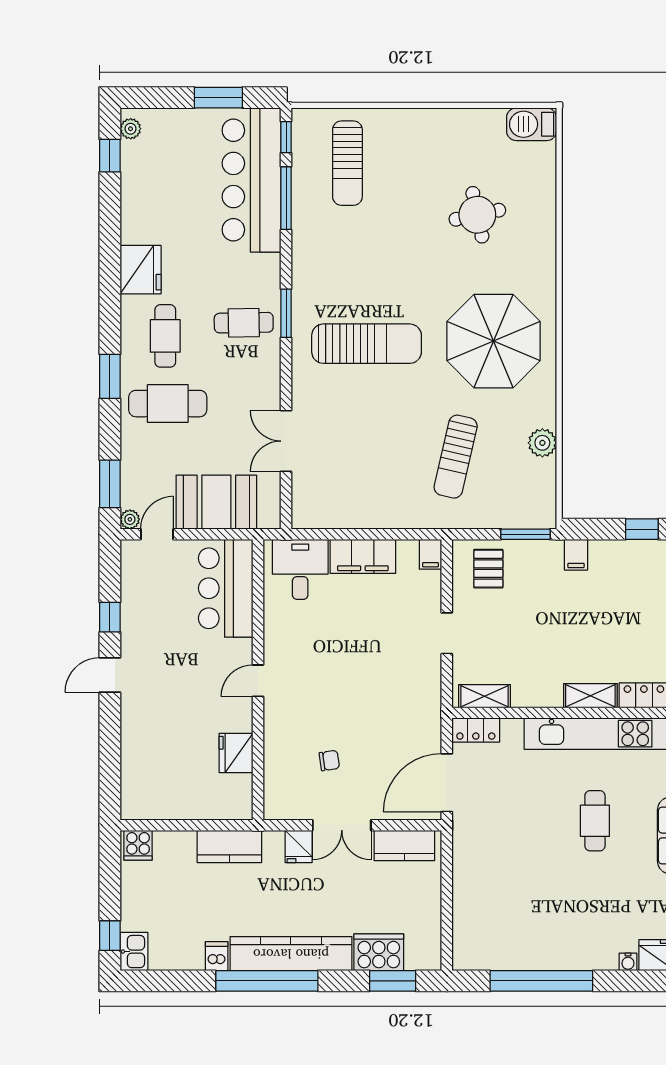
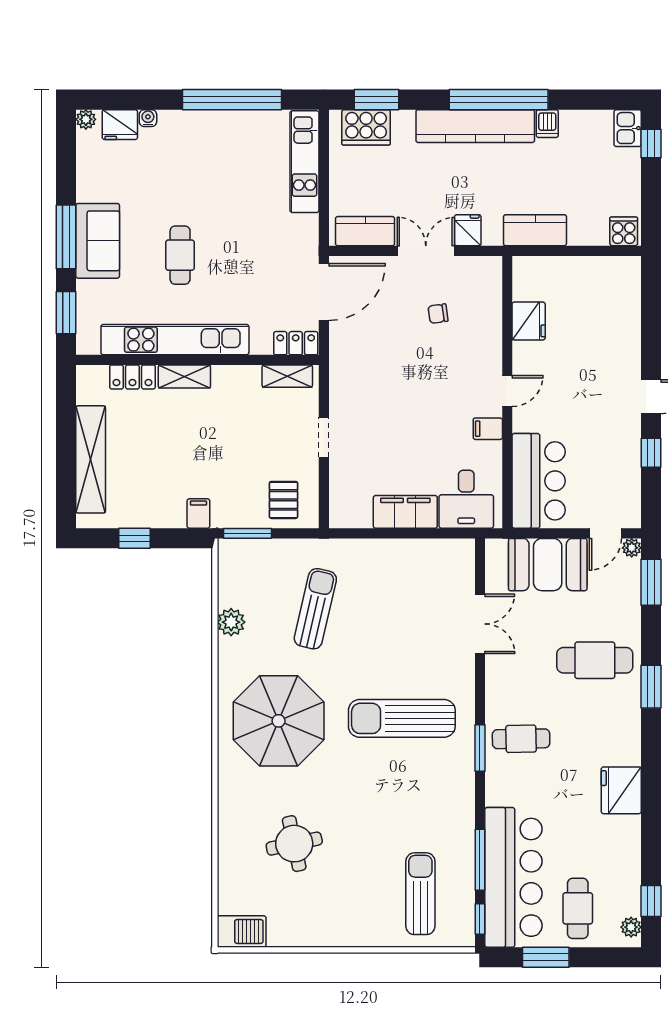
cafe table: (165, 336) -> (578, 908), moved
filing cabinet: (431, 554) -> (488, 429), moved, turned -90
kitchen unit: (467, 917) -> (305, 162), added
cooker: (379, 952) -> (366, 127), moved

